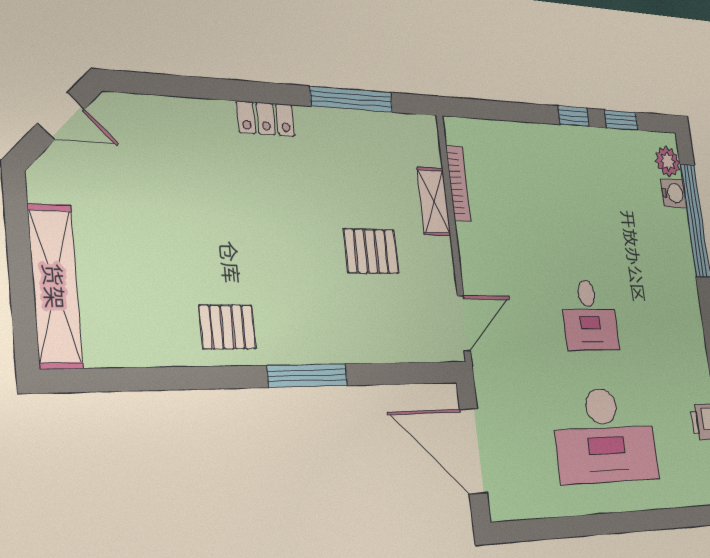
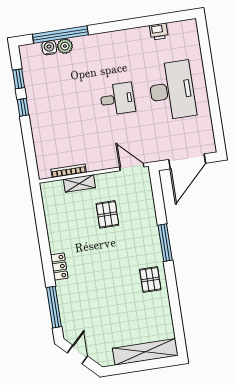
window: (352, 99) -> (54, 307), moved
plant: (668, 161) -> (65, 46), moved

